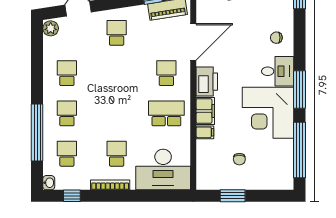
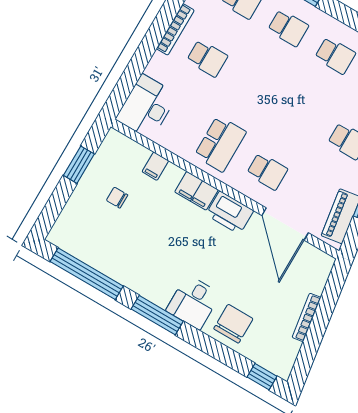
chair: (276, 38) -> (233, 324), width x1.87, depth x1.87
corner desk: (268, 113) -> (152, 263), removed
filing cabinet: (205, 132) -> (155, 166), moved
desk: (163, 170) -> (147, 107), width x0.73, depth x0.77

